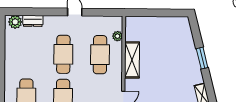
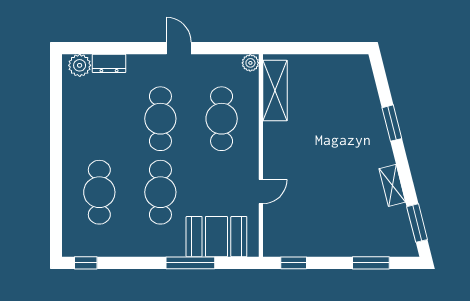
plant: (117, 36) -> (250, 63), moved
shelving: (132, 60) -> (275, 91), moved

